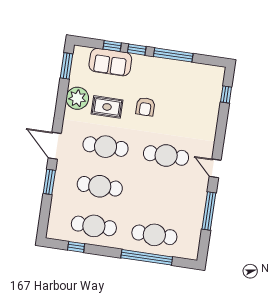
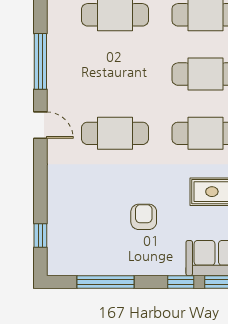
window: (173, 55) -> (105, 282), moved
armchair: (145, 107) -> (144, 217), moved

